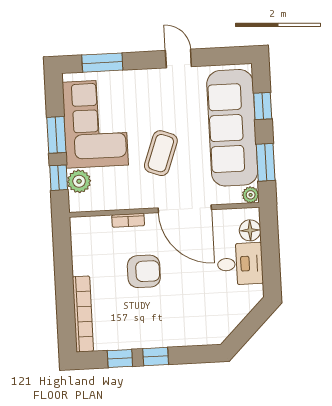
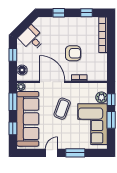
door: (178, 59) -> (52, 153), swing flipped
window: (102, 63) -> (75, 153), moved
window: (271, 261) -> (13, 55), added
desk: (240, 264) -> (32, 38), moved, turned 45
armchair: (144, 271) -> (73, 53), turned 180
window: (156, 357) -> (59, 13), moved

